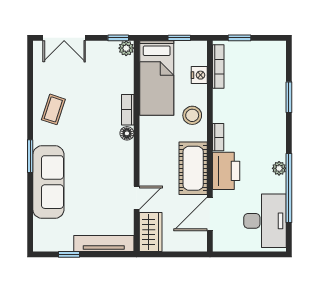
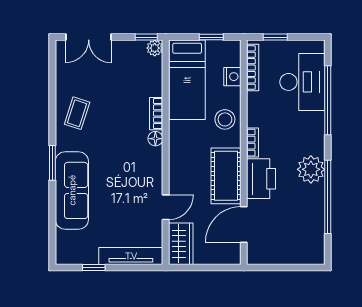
window: (289, 97) -> (328, 100), width x2.11
plant: (279, 168) -> (311, 169), width x1.87, depth x1.87
desk: (265, 221) -> (302, 82), moved

